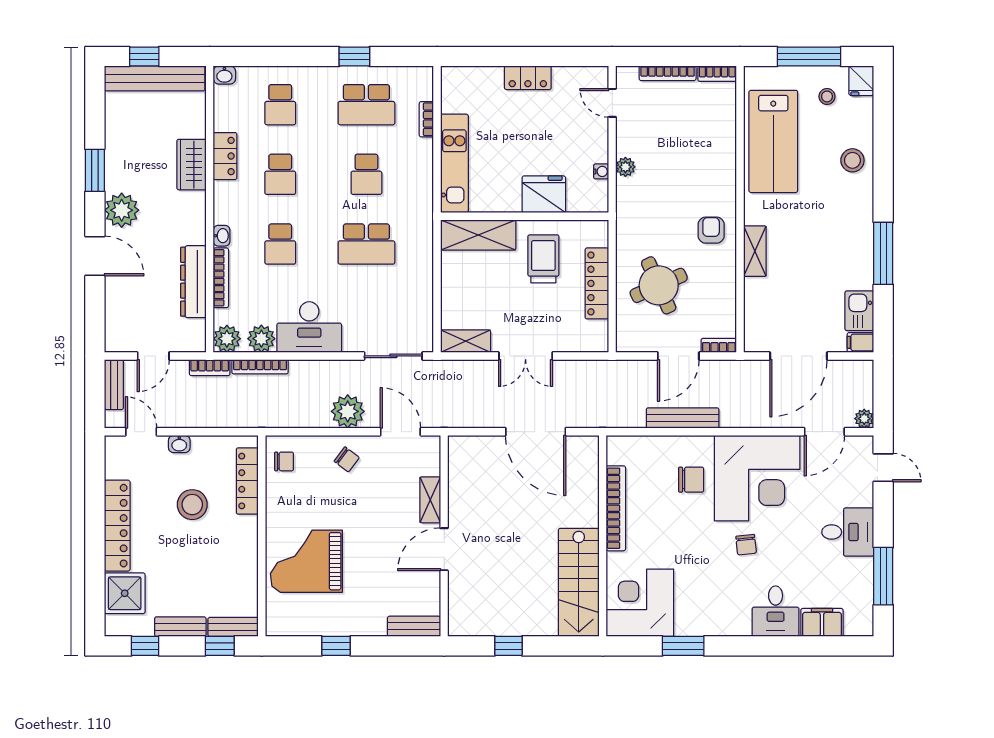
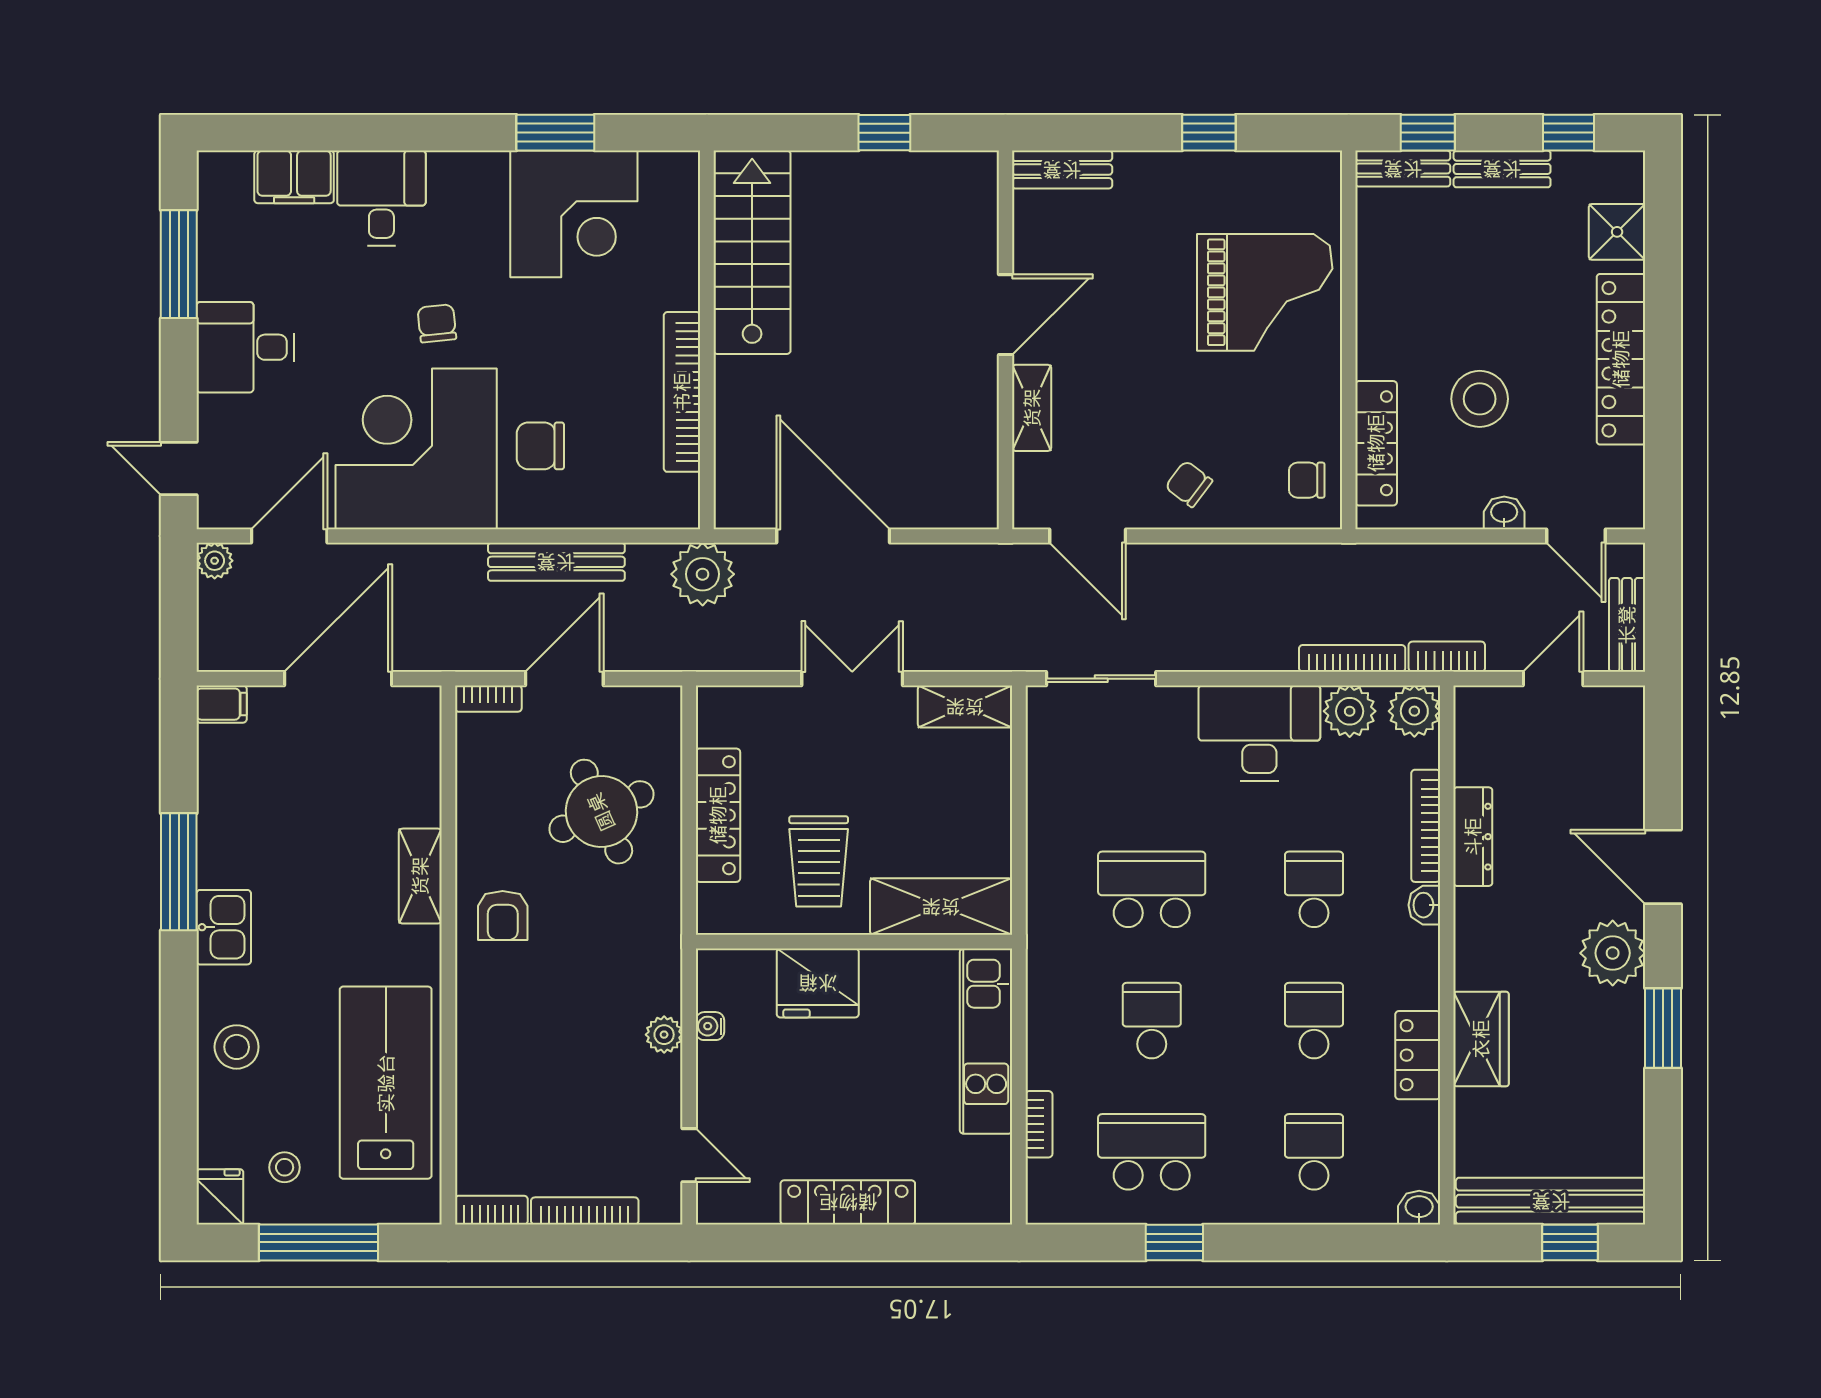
locker: (528, 78) -> (848, 1202), width x1.53
dresser: (193, 282) -> (1473, 837), width x0.73, depth x0.80
kitchen sink: (859, 311) -> (224, 927), moved
plant: (348, 411) -> (703, 574), moved
shower: (125, 593) -> (1617, 232), width x0.73, depth x0.73
corner desk: (640, 603) -> (574, 214), moved

